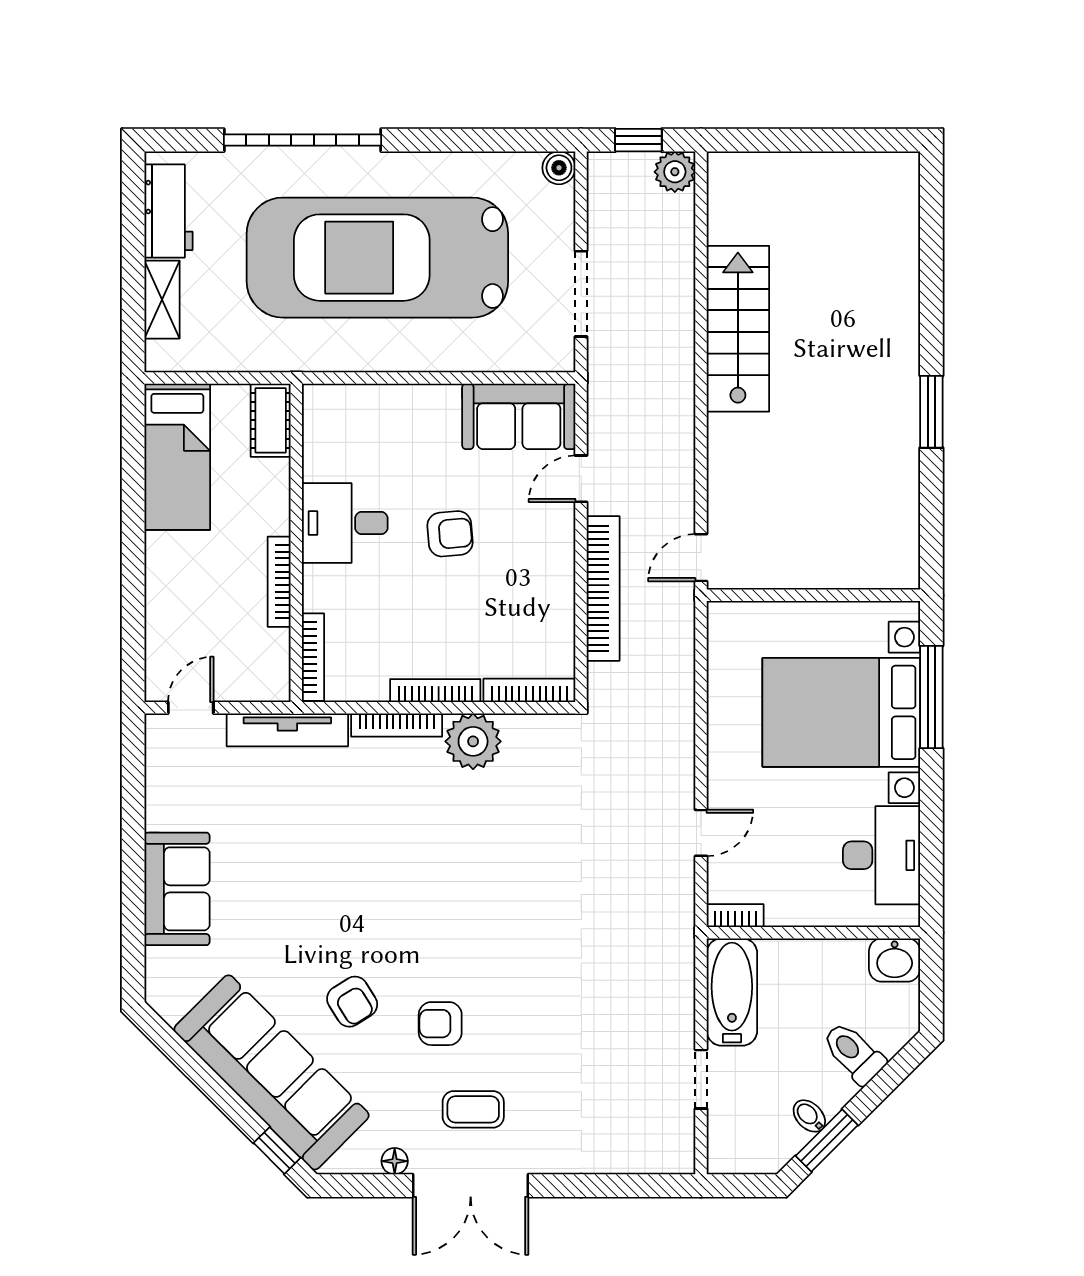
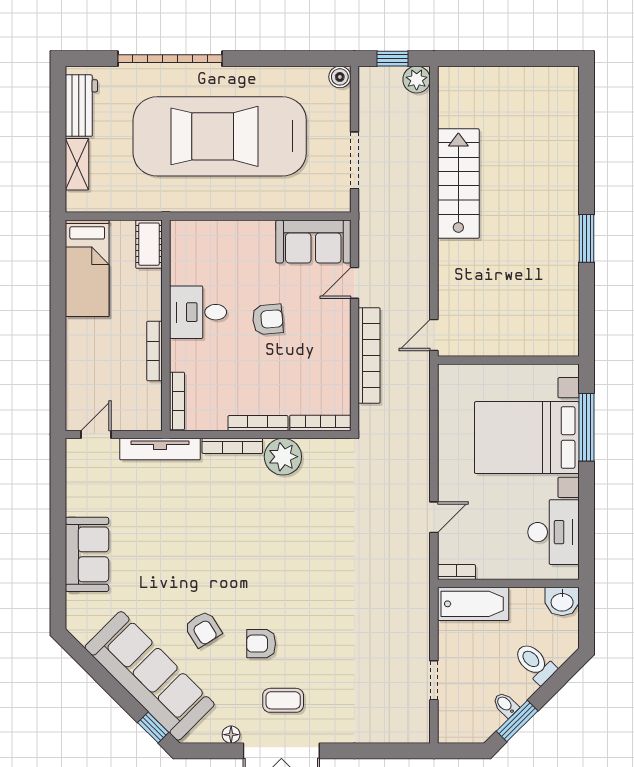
bathtub: (732, 992) -> (473, 604), moved, turned 90

